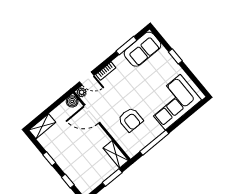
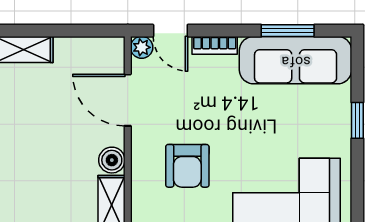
sofa: (142, 49) -> (296, 60), width x1.36
boiler: (72, 101) -> (112, 160), moved

